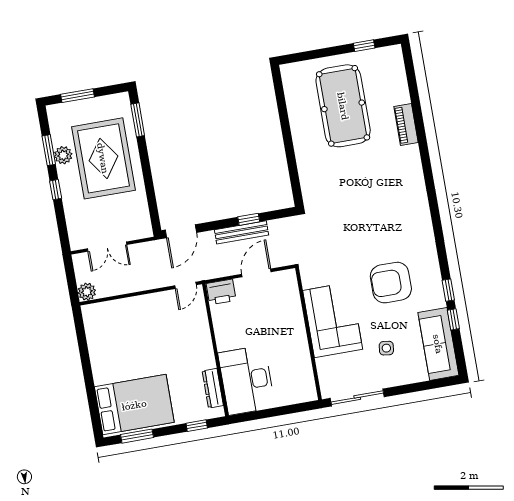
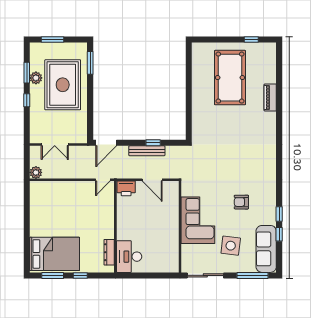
door: (256, 273) -> (152, 180), swing flipped
armchair: (391, 283) -> (241, 202), width x0.53, depth x0.53
side table: (386, 348) -> (231, 246), width x1.87, depth x1.87
desk: (247, 380) -> (129, 257), width x0.73, depth x0.77
window: (425, 386) -> (253, 275), added
window: (197, 426) -> (80, 275), moved

